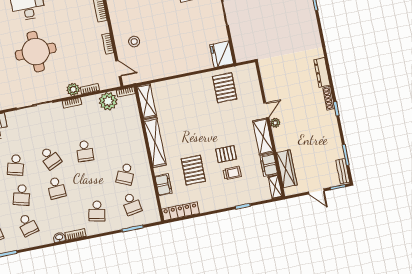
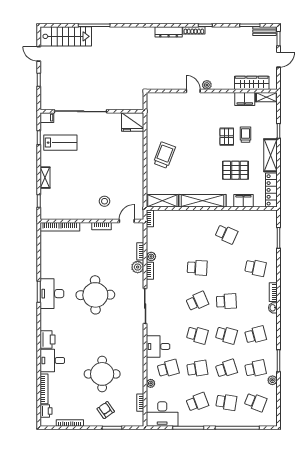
pallet: (225, 88) -> (165, 125), removed
trolley: (194, 94) -> (164, 155), added
plant: (108, 101) -> (151, 256), moved, width x0.53, depth x0.53
shelving: (263, 137) -> (270, 155), moved, turned 90
school desk: (132, 204) -> (255, 234), removed

